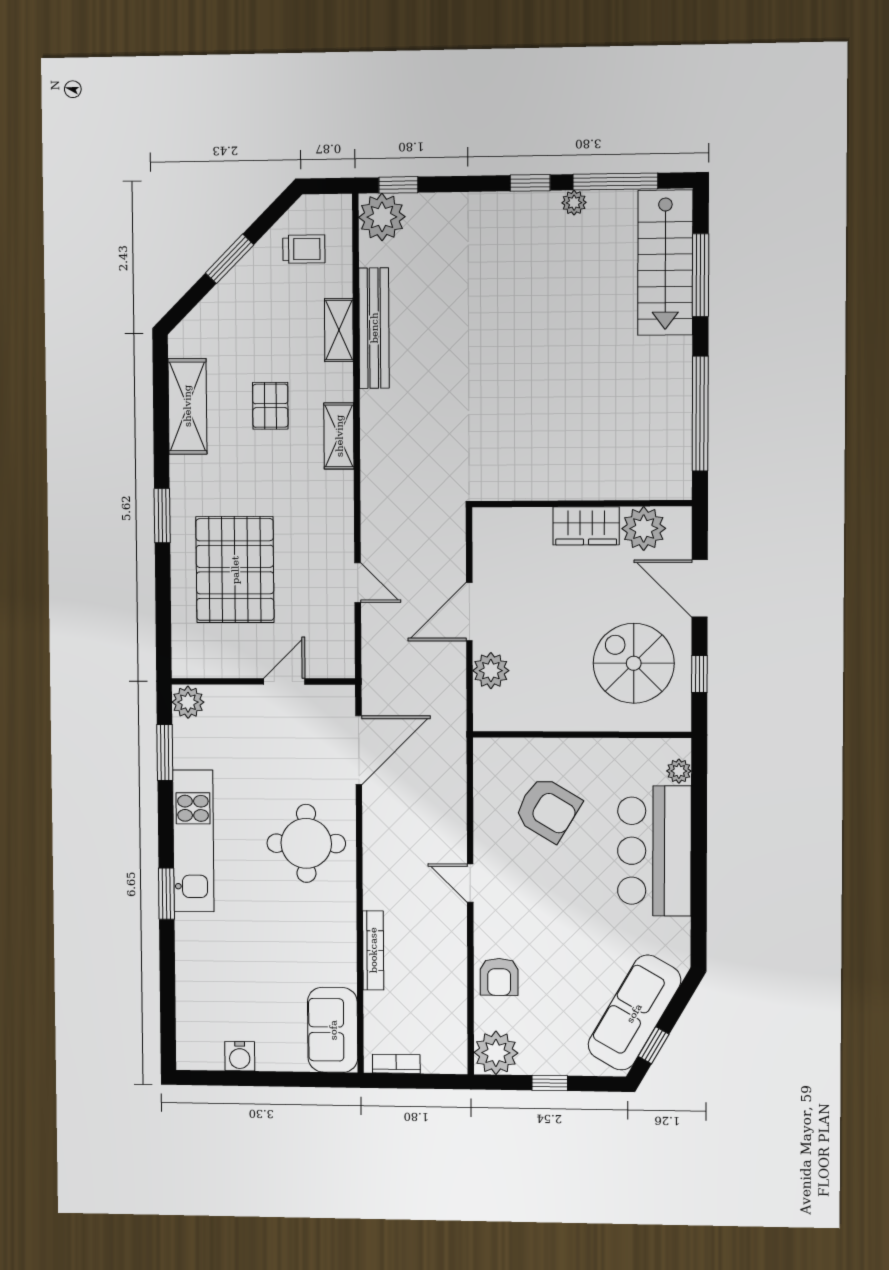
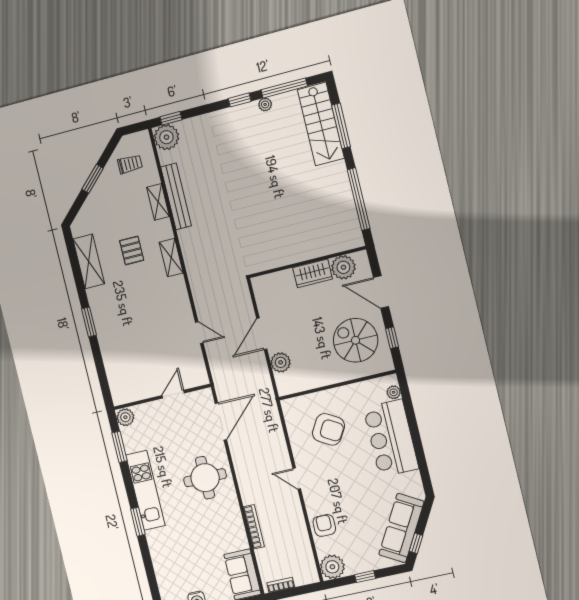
pallet: (235, 570) -> (133, 341), removed
armchair: (499, 977) -> (324, 525), turned 180

